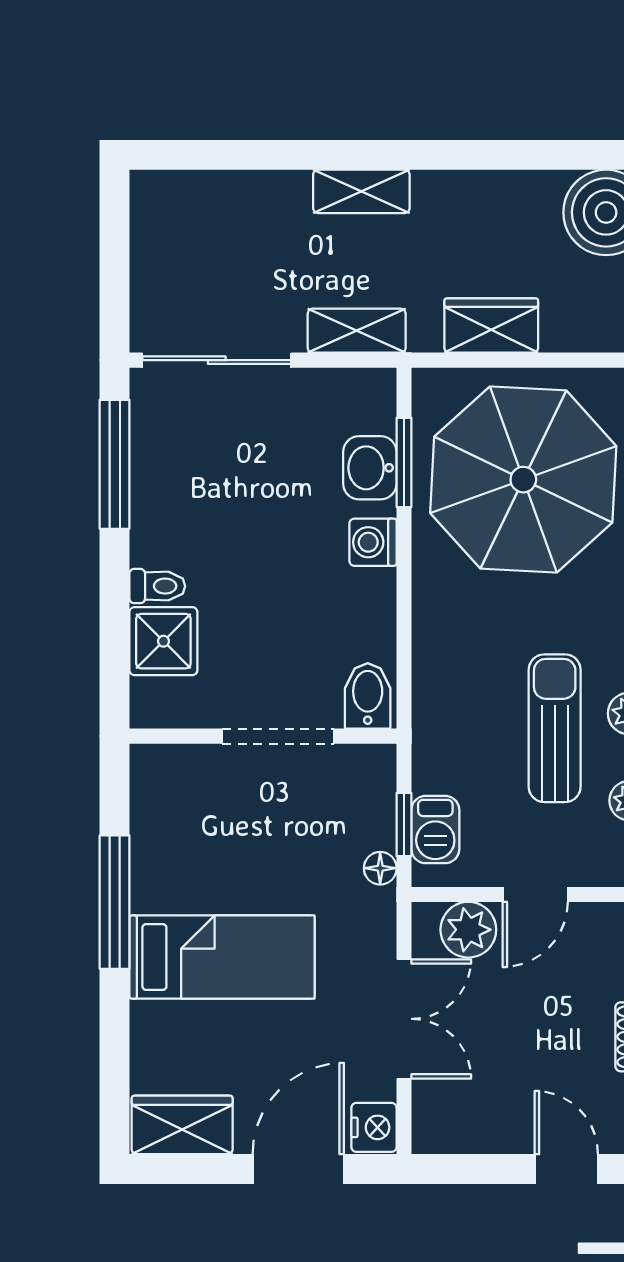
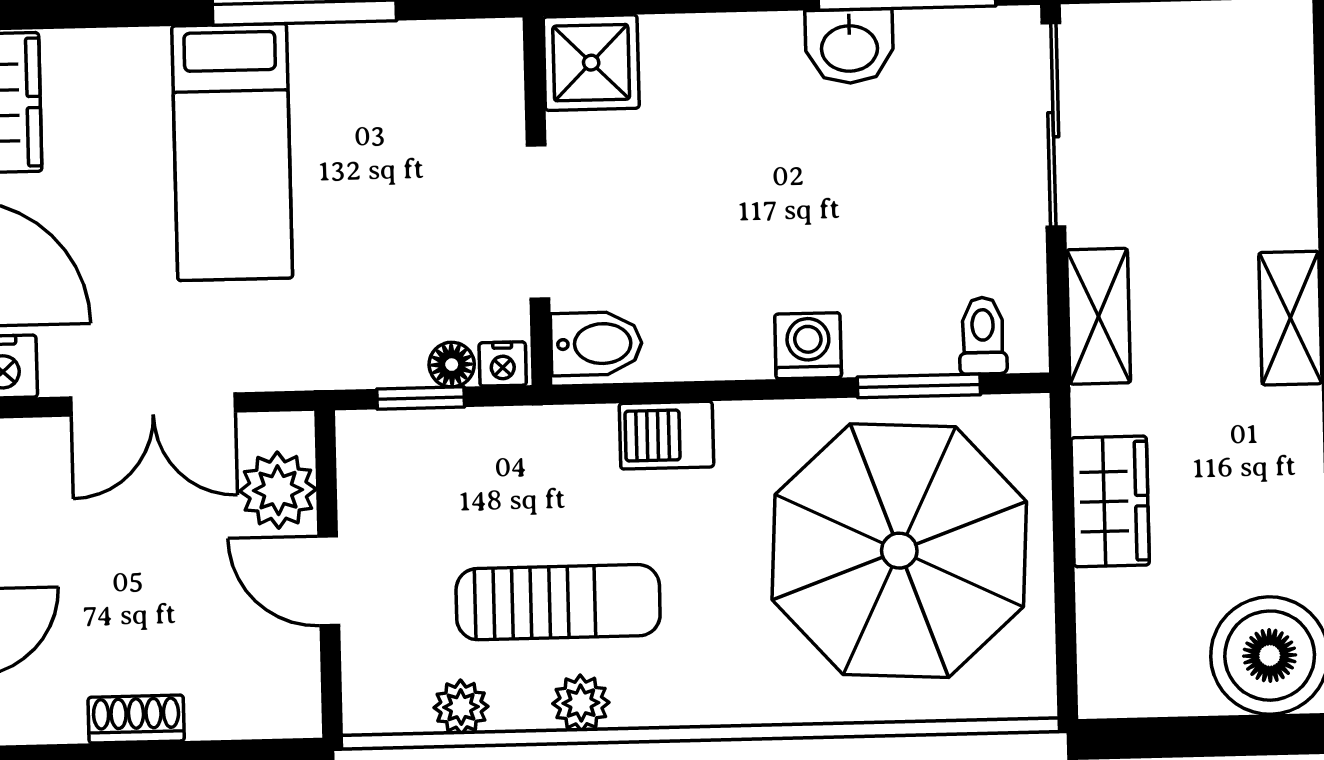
washbasin: (370, 468) -> (849, 46), moved, turned 180
toilet: (157, 586) -> (983, 336), moved, turned 180
shower: (163, 641) -> (591, 63), moved
nightstand: (381, 764) -> (503, 364), added
barbecue: (435, 830) -> (666, 435), moved
floor lamp: (380, 868) -> (452, 365), moved

